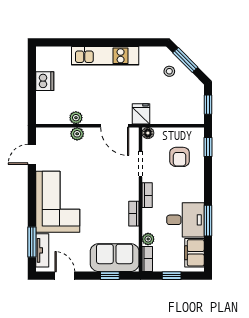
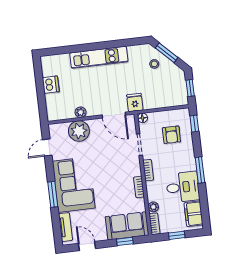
plant: (77, 134) -> (79, 131), width x1.87, depth x1.87
window: (208, 221) -> (200, 170), moved
window: (32, 242) -> (53, 194), moved

